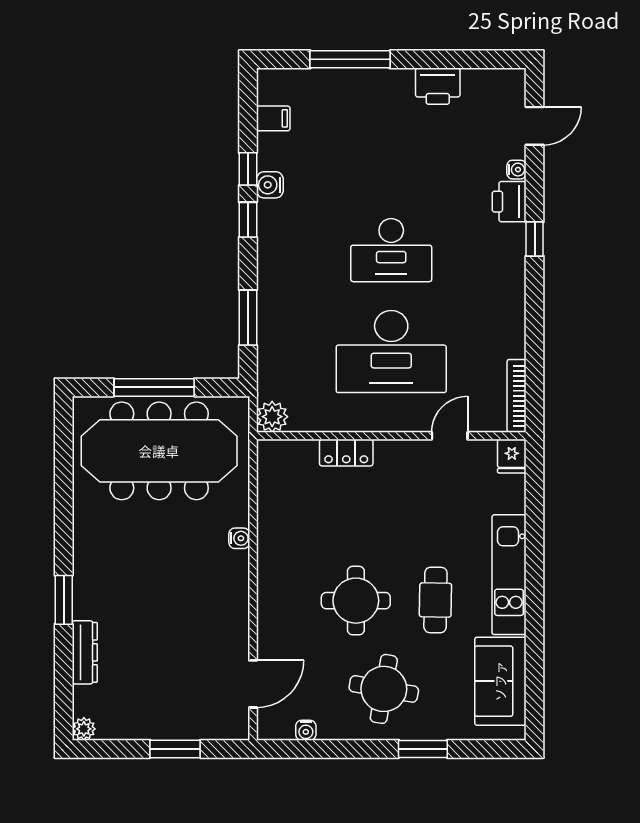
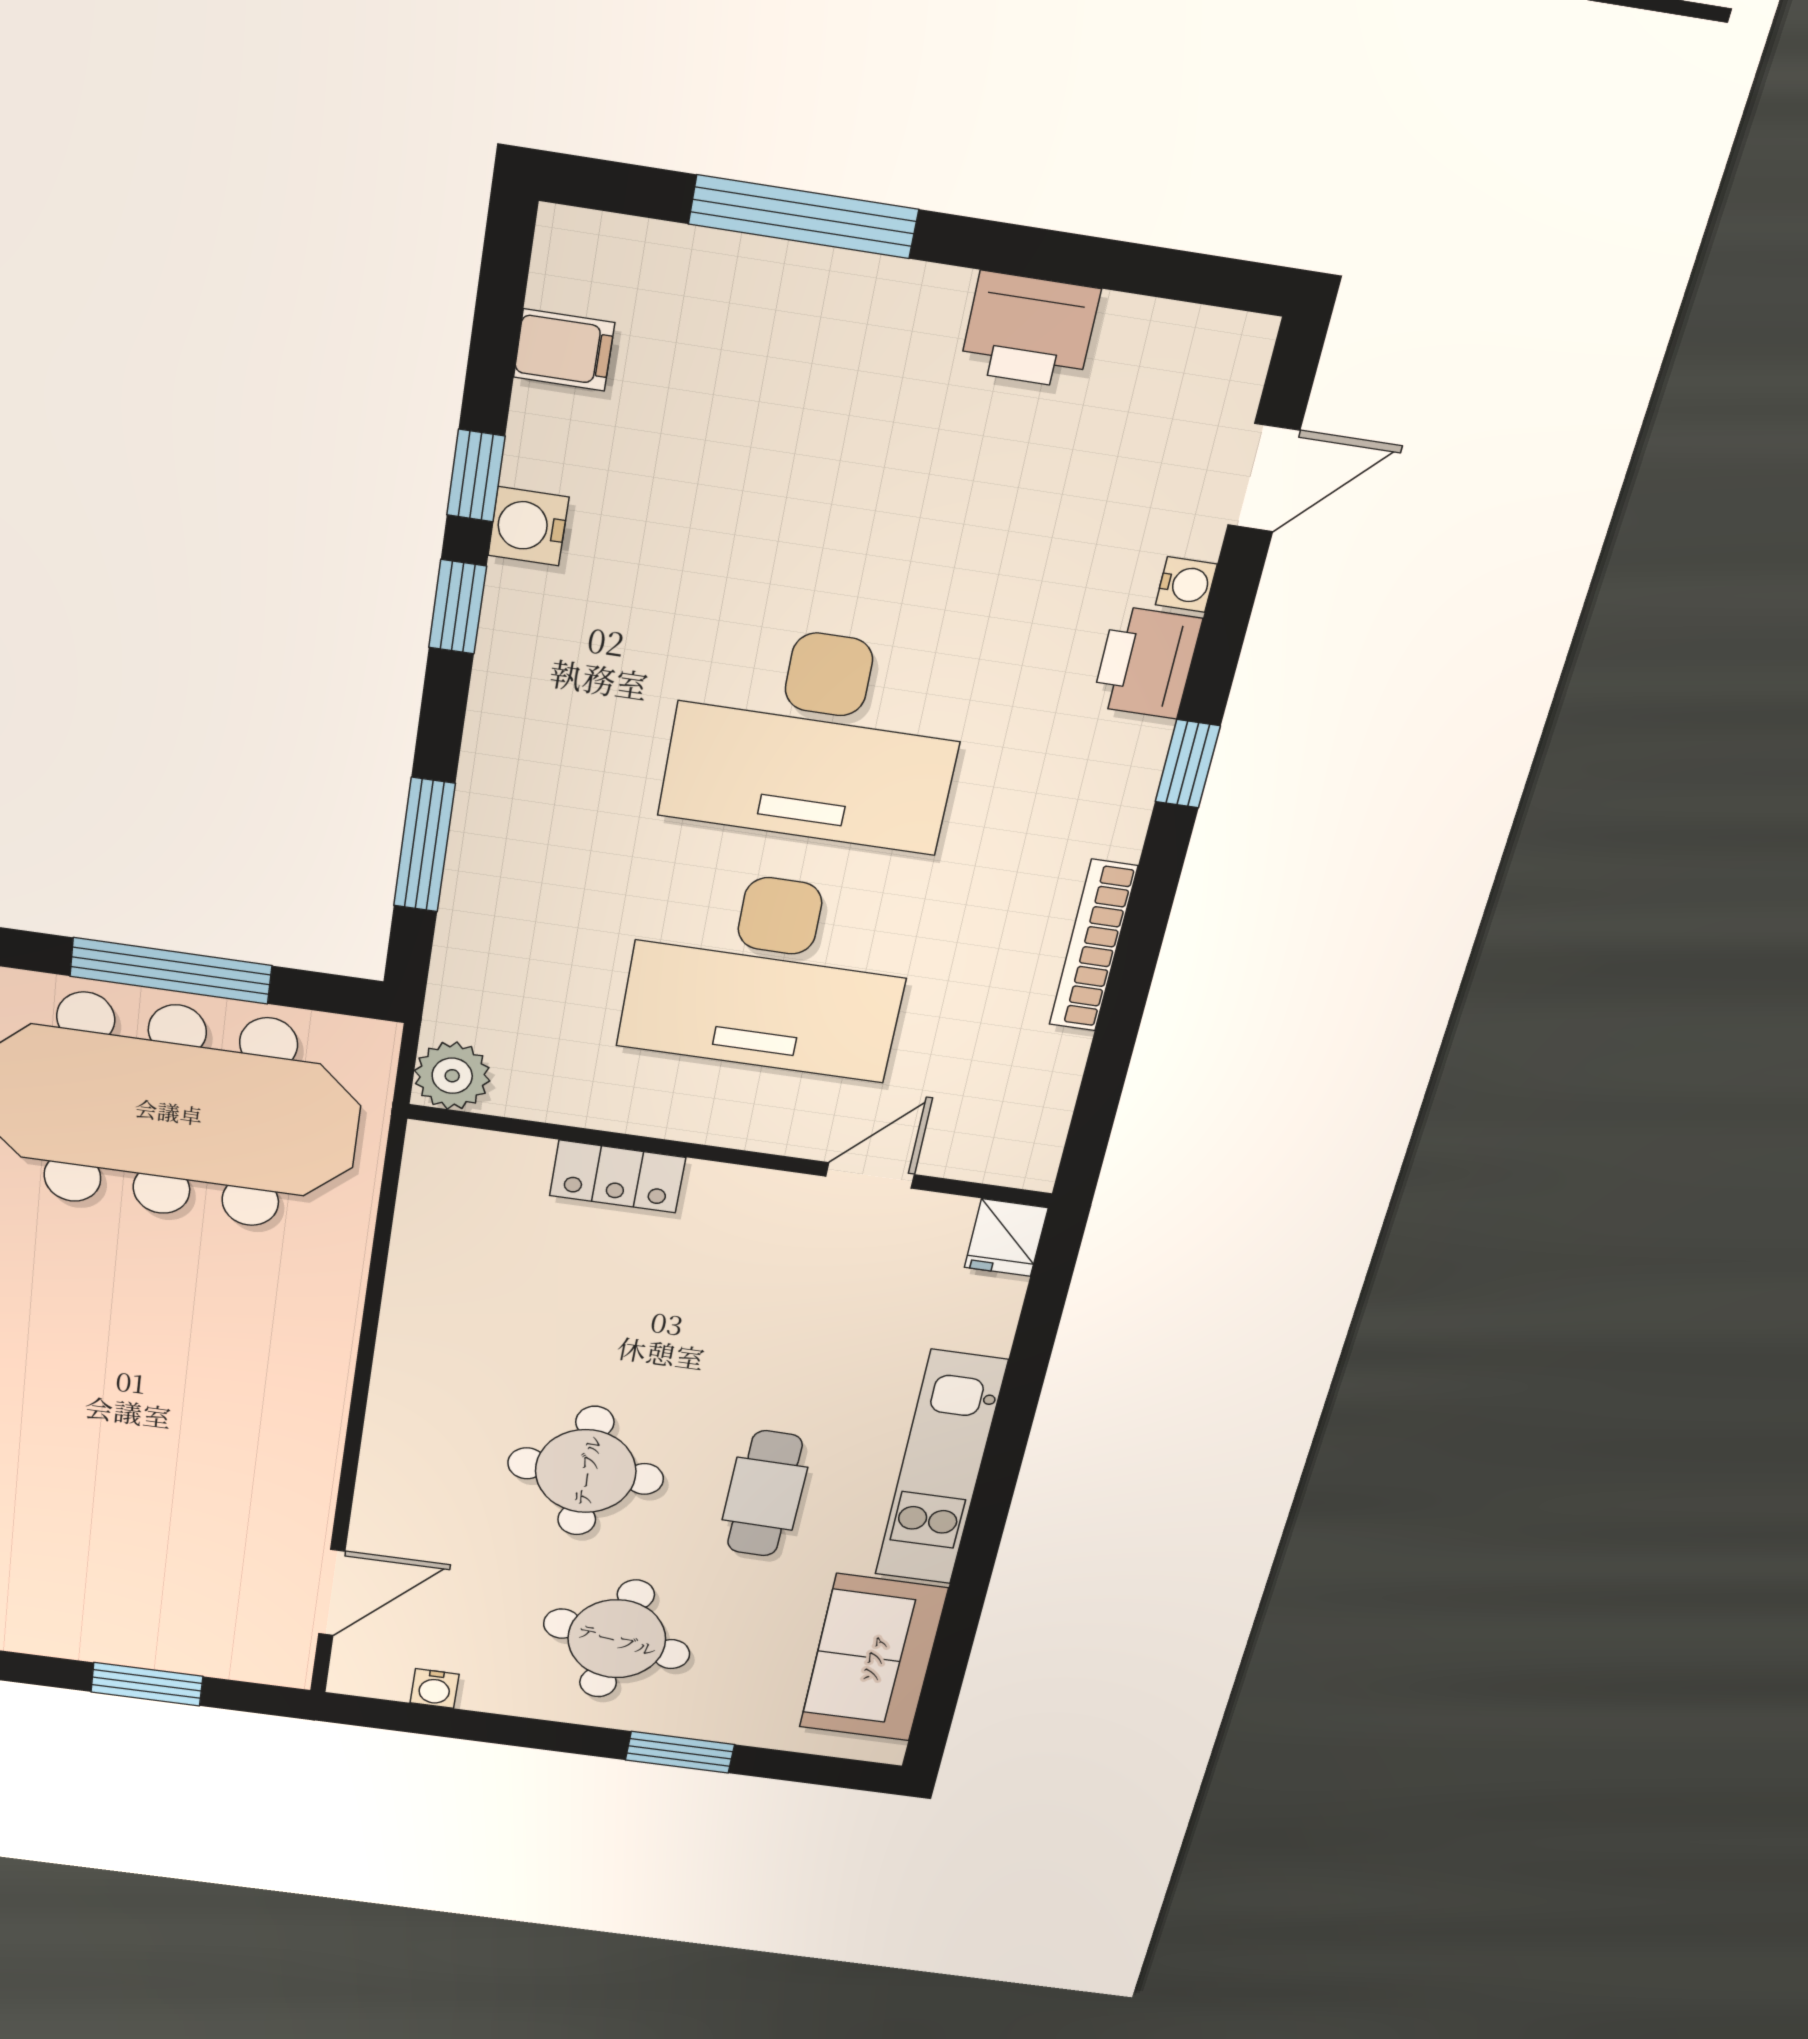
desk: (391, 250) -> (816, 737), width x1.36, depth x1.30
bookcase: (517, 396) -> (1093, 946), moved
water cooler: (239, 538) -> (338, 1316), removed

